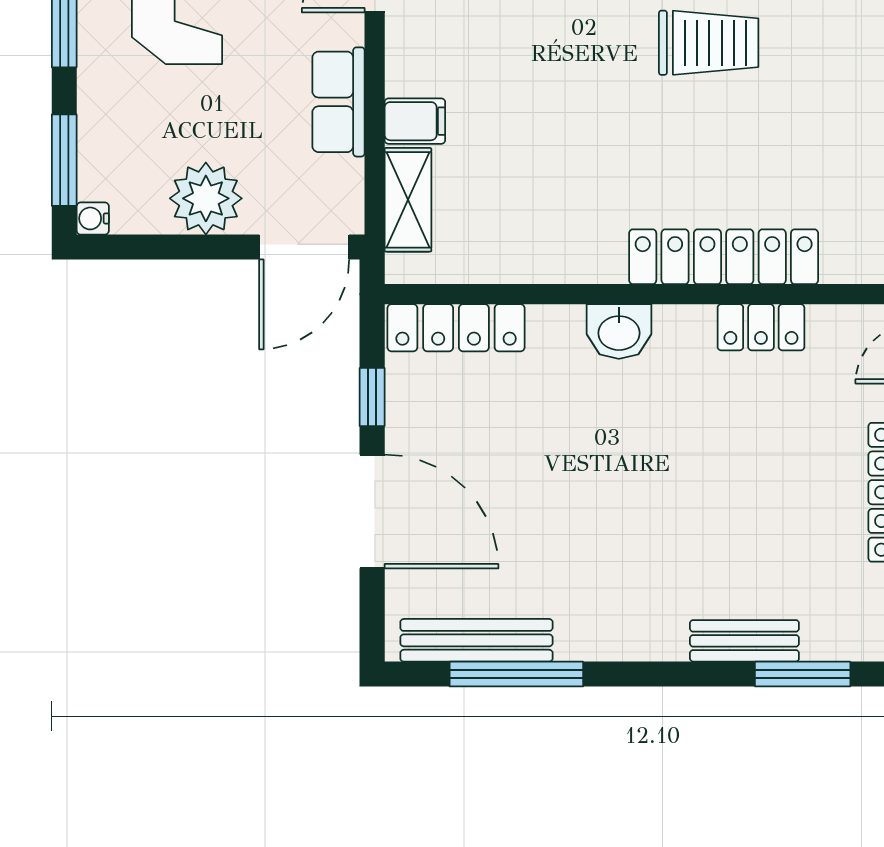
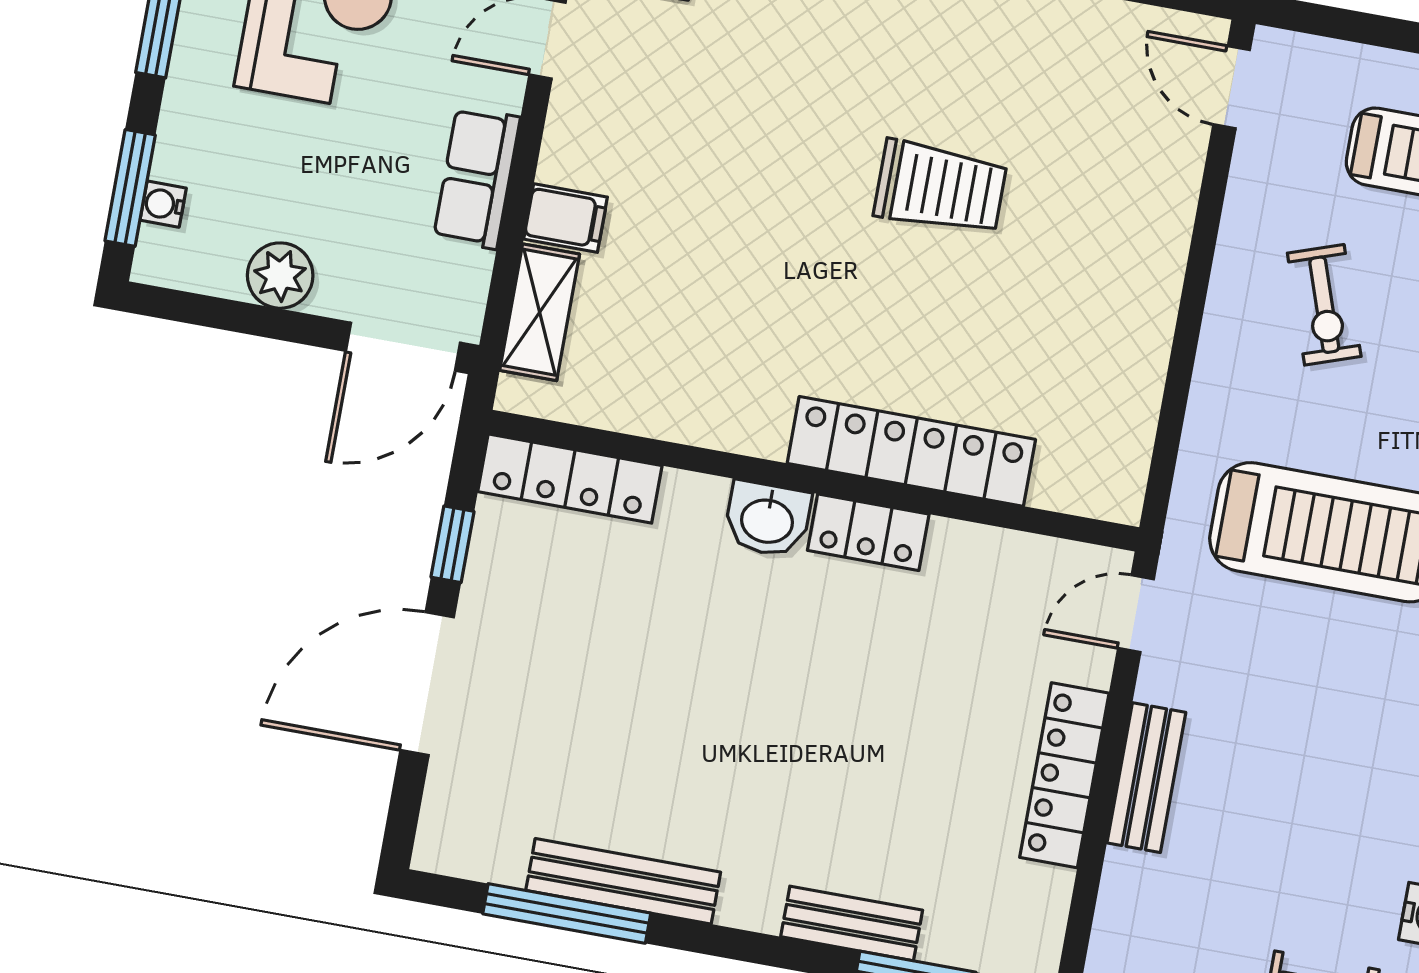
plant: (206, 198) -> (280, 276), width x0.73, depth x0.73
water cooler: (93, 218) -> (163, 204), moved
locker: (761, 327) -> (868, 532), moved
door: (372, 511) -> (427, 684), swing flipped
bench: (476, 640) -> (623, 881), moved

